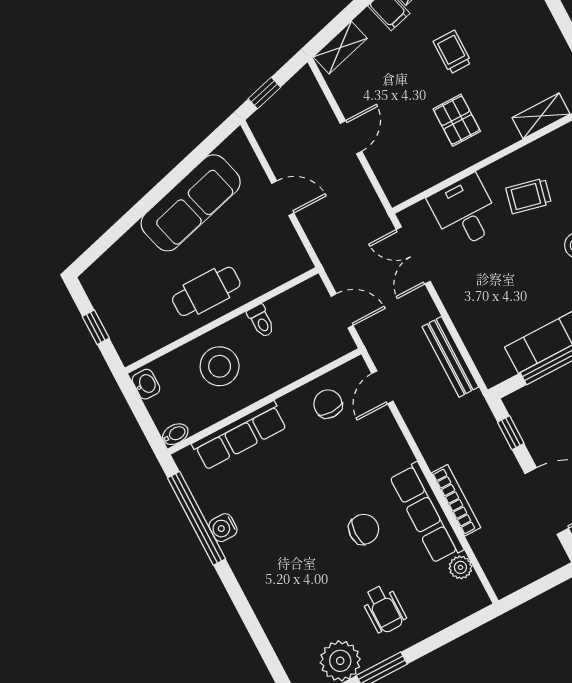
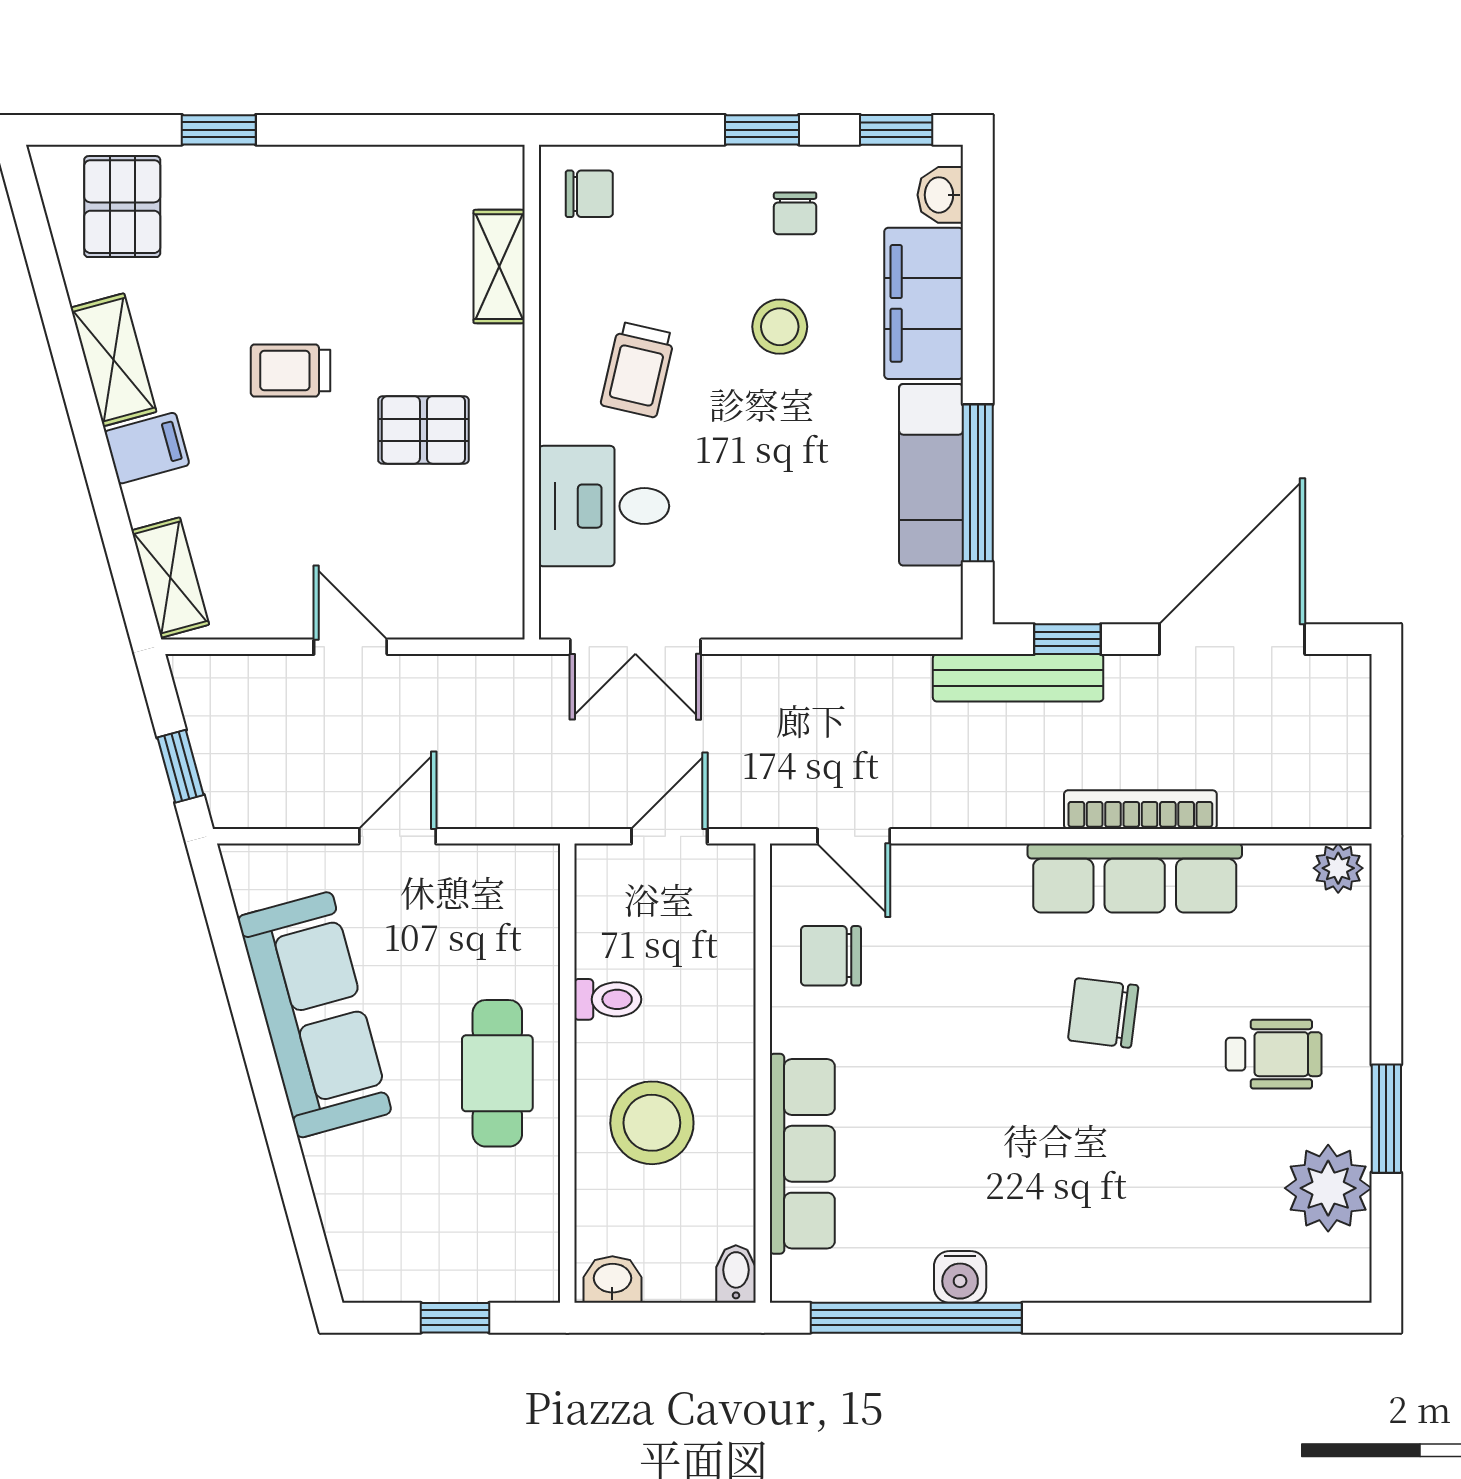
bench: (450, 357) -> (1018, 678), moved
chair: (364, 529) -> (1103, 1013), turned -83
plant: (460, 567) -> (1338, 868), moved

